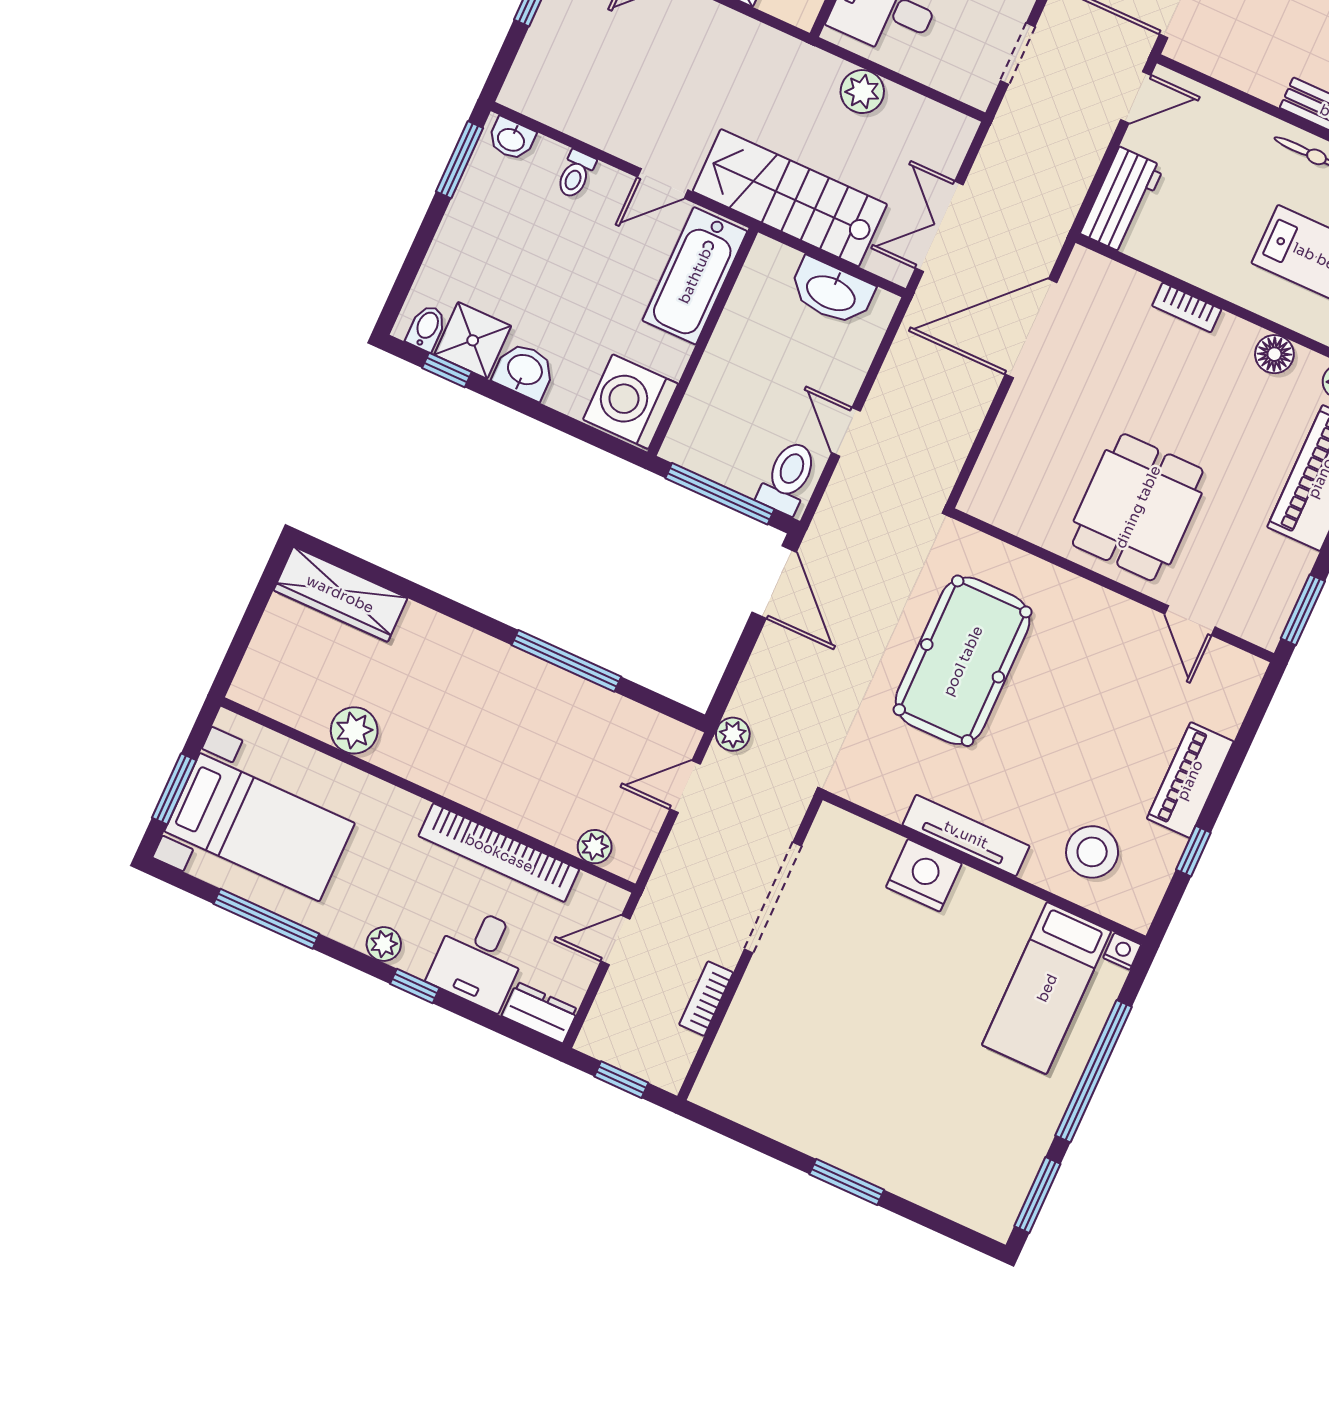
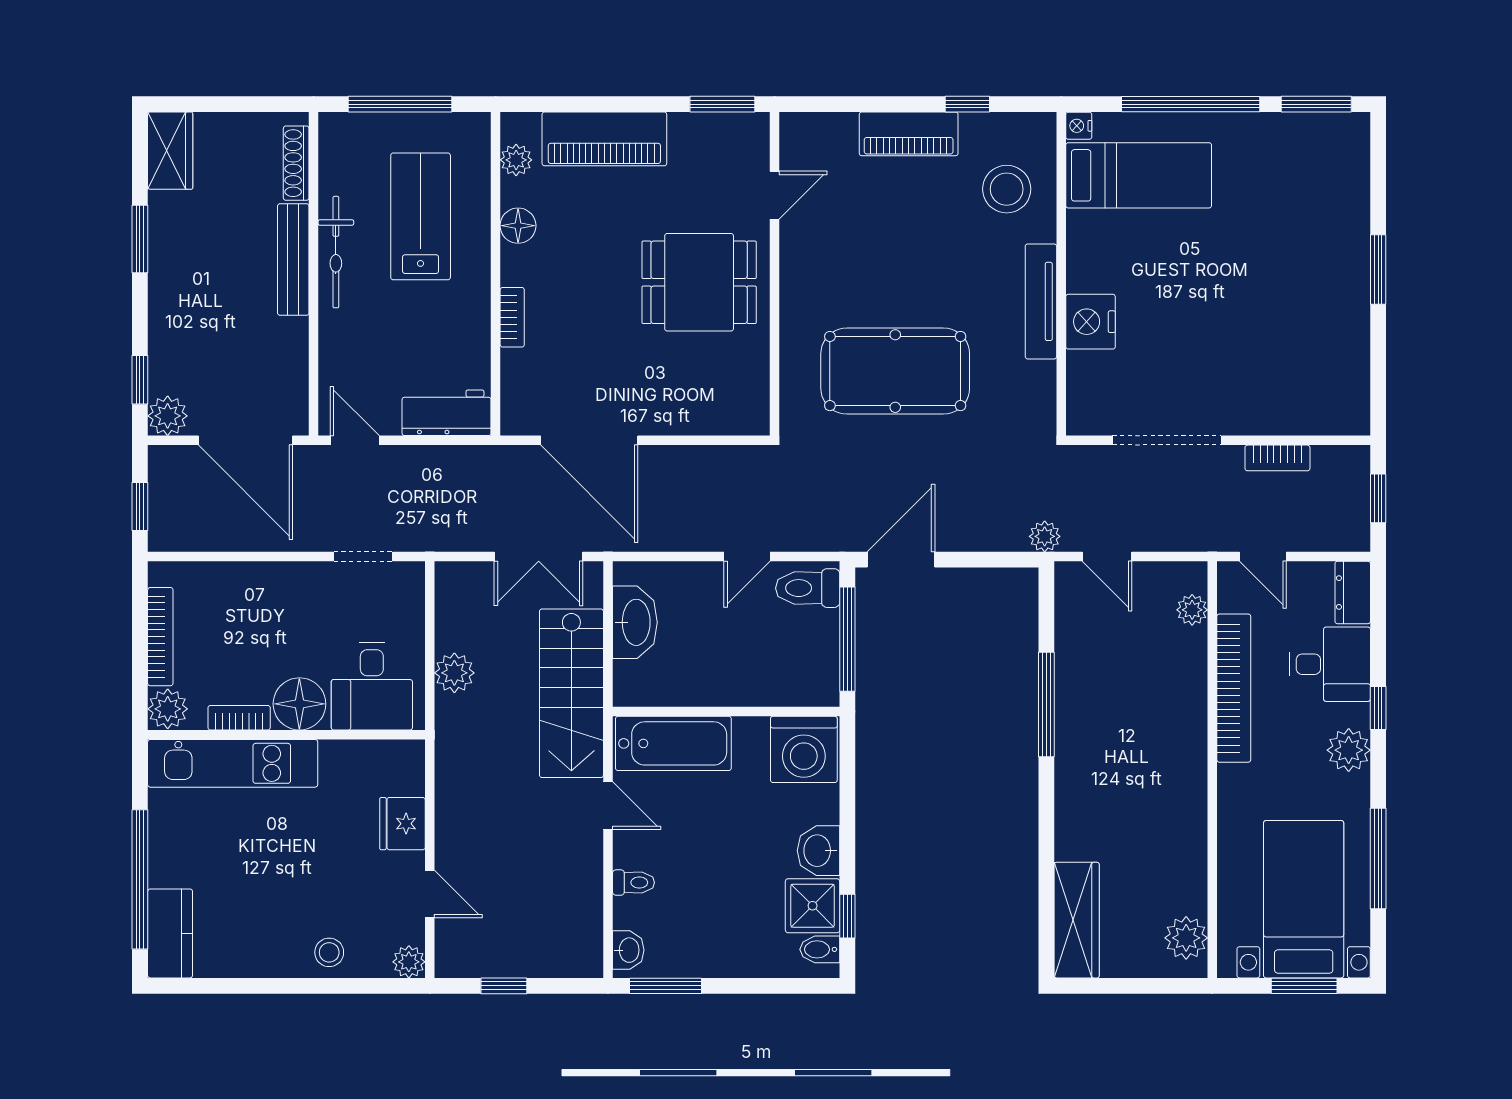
plant: (354, 730) -> (1186, 938), moved
plant: (384, 944) -> (1349, 750), width x1.38, depth x1.38

